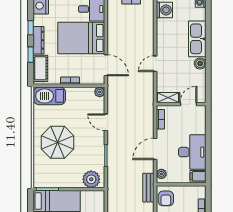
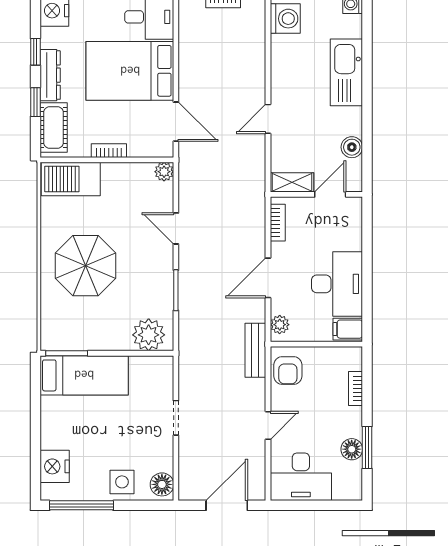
boiler: (200, 63) -> (352, 147), moved

